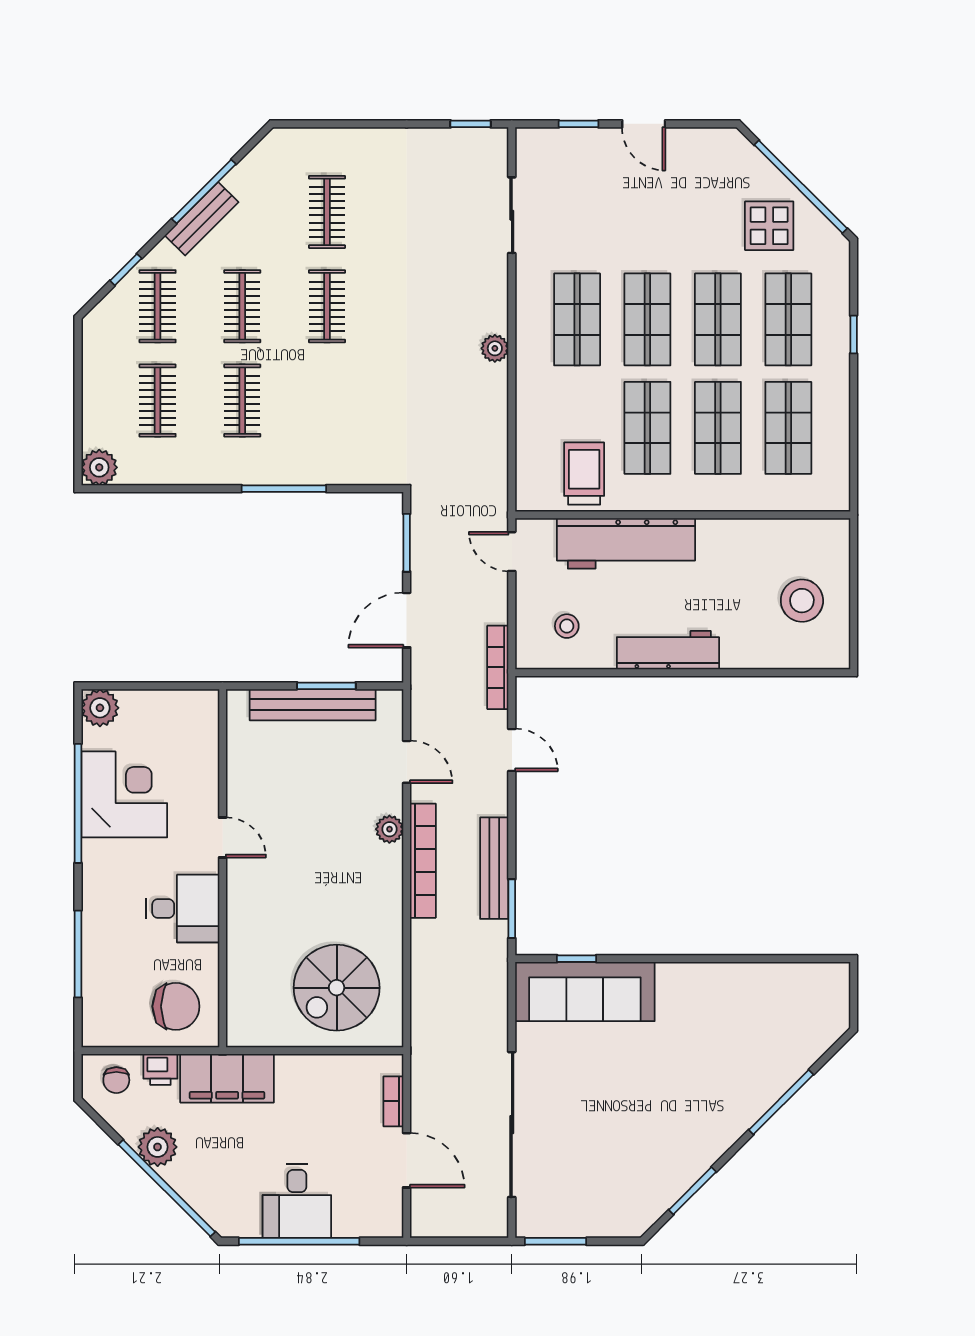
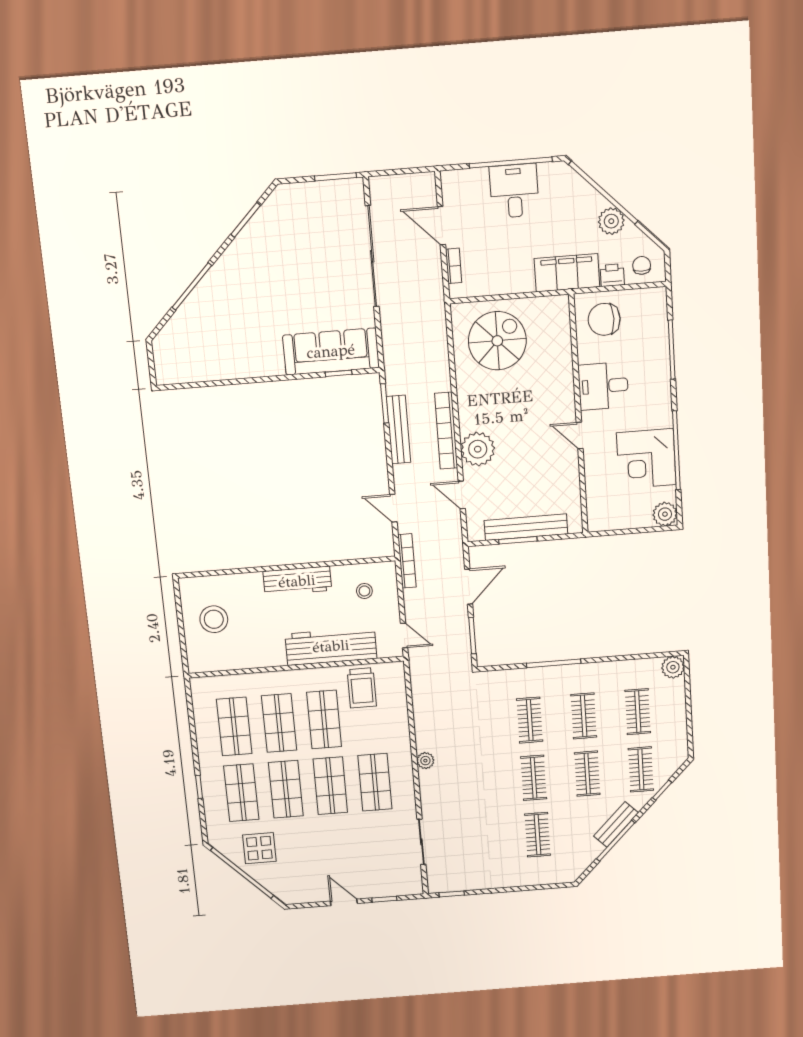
clothes rail: (327, 401) -> (530, 720), added
plant: (389, 829) -> (478, 449), width x1.87, depth x1.87

